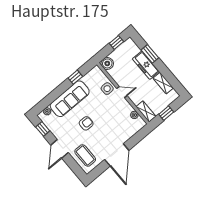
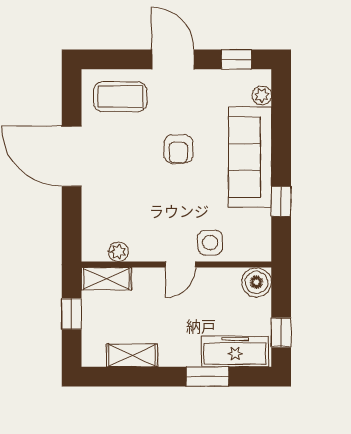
freezer: (146, 65) -> (235, 351), moved

